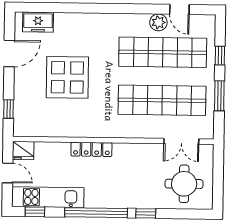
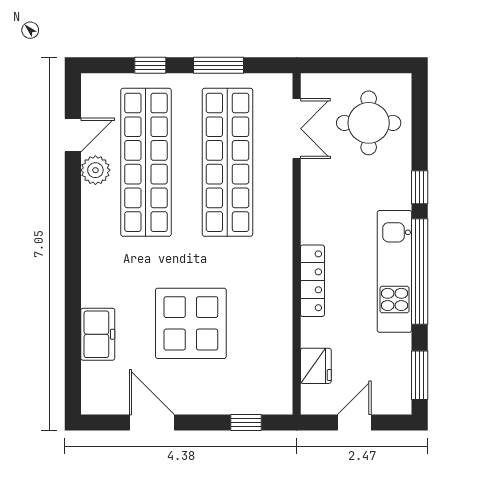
freezer: (38, 22) -> (98, 334), moved
fridge: (23, 150) -> (316, 366), moved
kitchen unit: (48, 197) -> (394, 271), moved
window: (35, 212) -> (420, 375), width x1.50

